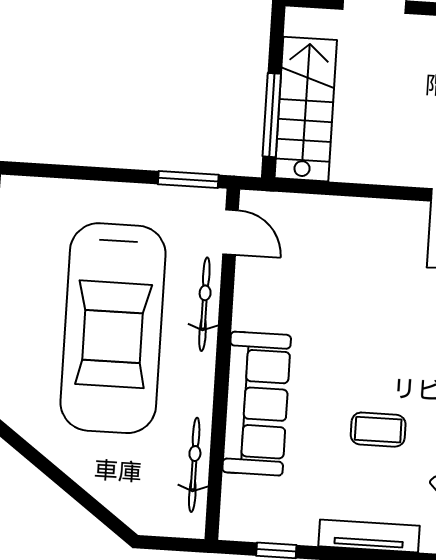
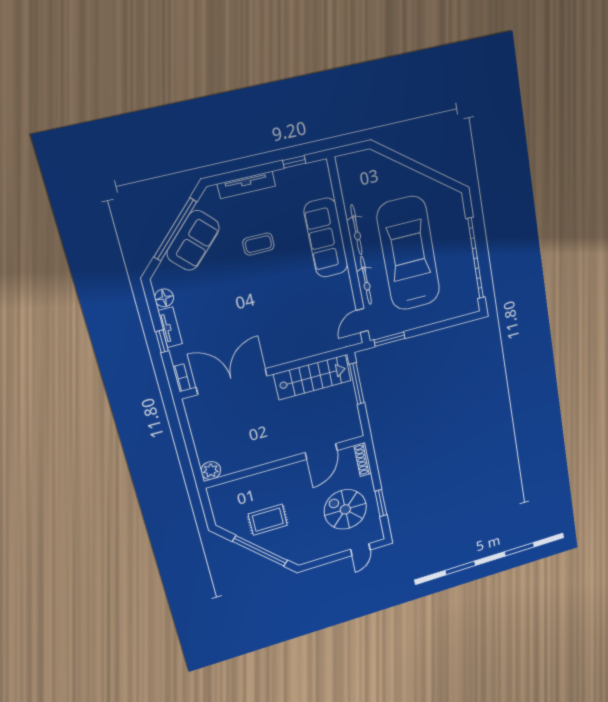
stairs: (306, 109) -> (312, 377), moved, turned -90
door: (231, 232) -> (362, 321), hinge flipped
bicycle: (194, 465) -> (356, 230), moved

